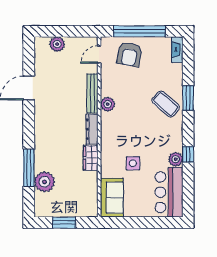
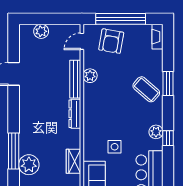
plant: (108, 104) -> (90, 76), moved
wardrobe: (91, 158) -> (74, 161), moved
plant: (176, 159) -> (156, 132), moved

